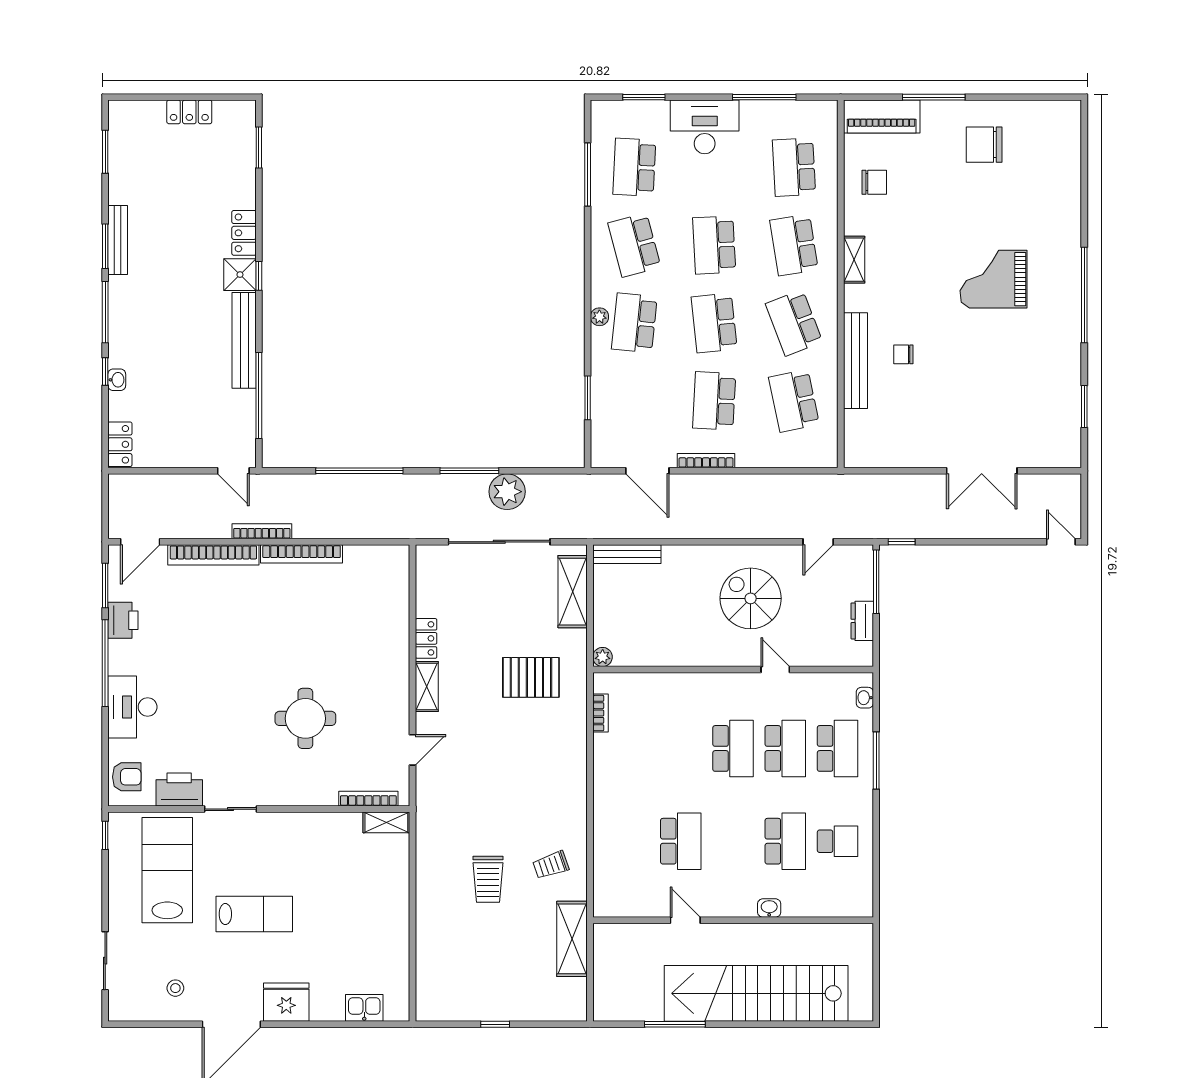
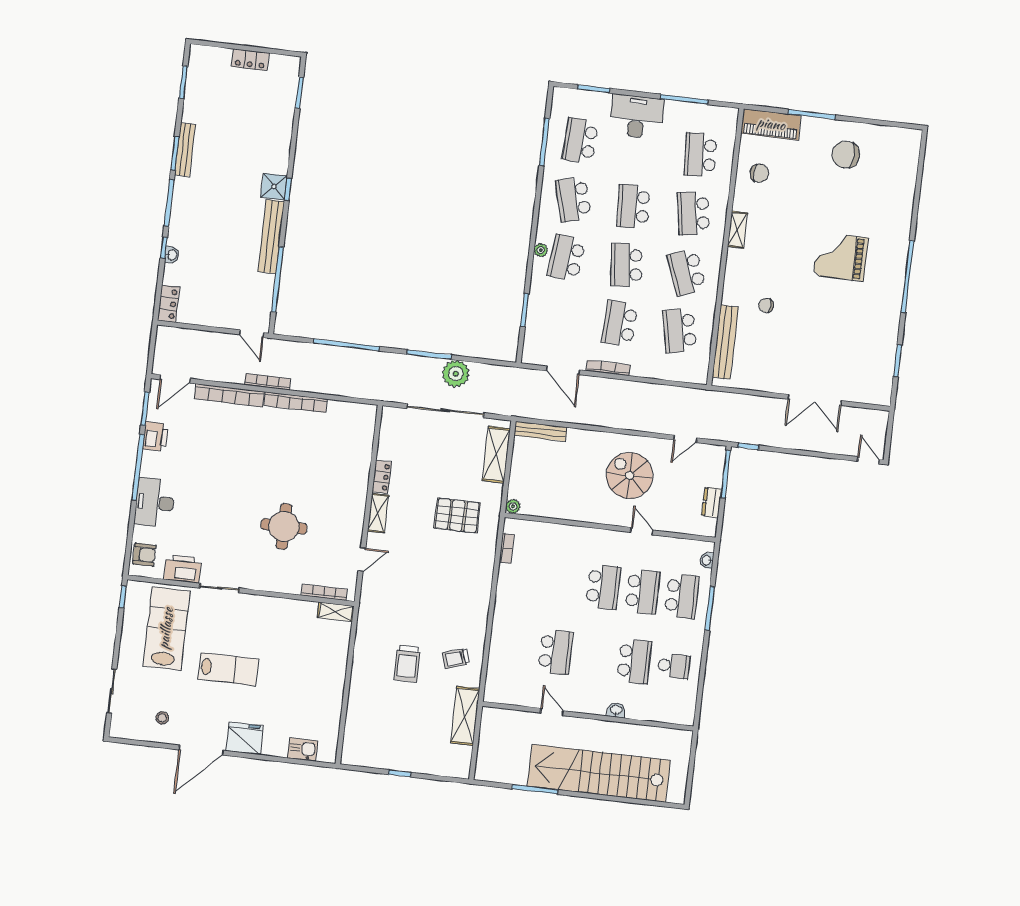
locker: (244, 233) -> (281, 156), removed
bench: (855, 361) -> (725, 342), moved

